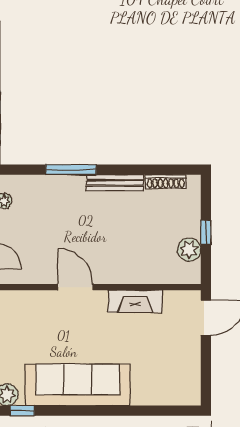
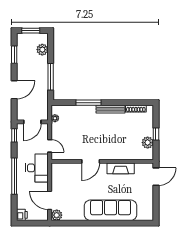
door: (75, 287) -> (91, 161), swing flipped
sofa: (78, 385) -> (111, 210), moved
window: (22, 411) -> (64, 223), removed

